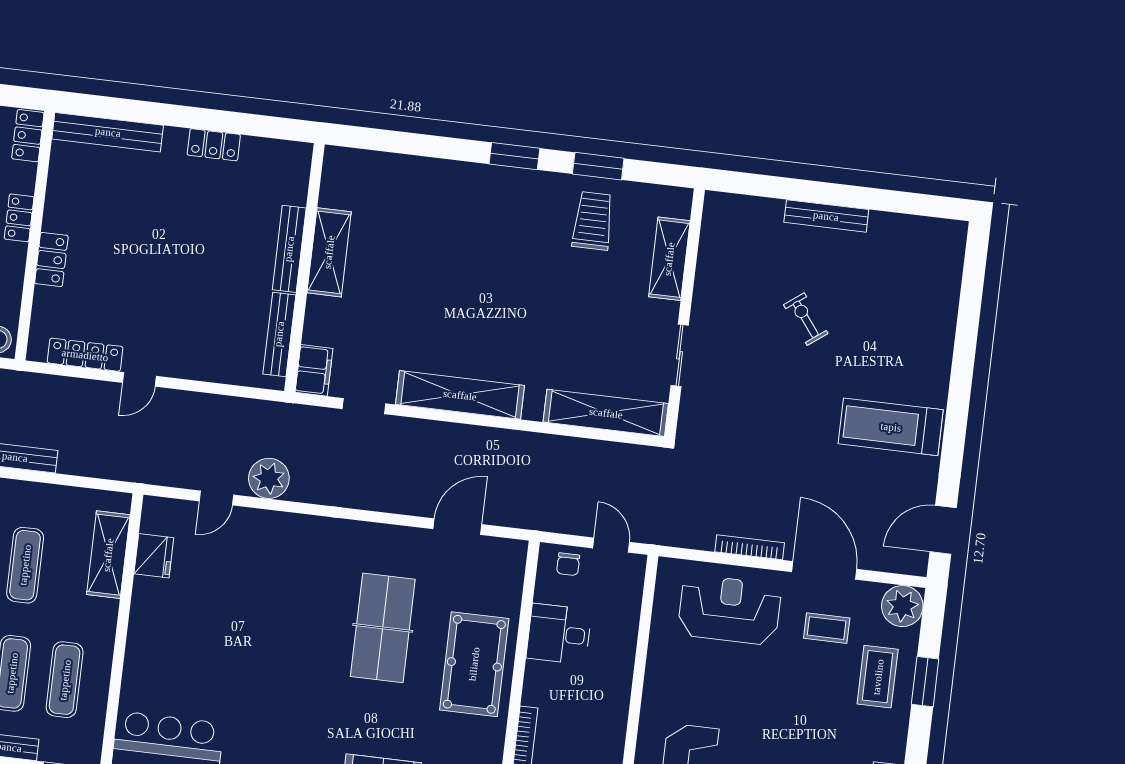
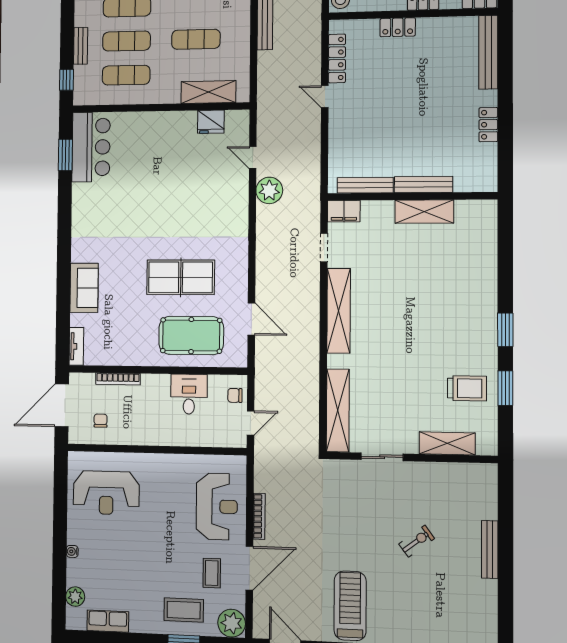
pool table: (474, 664) -> (191, 336), moved

